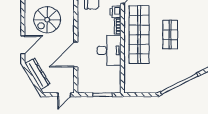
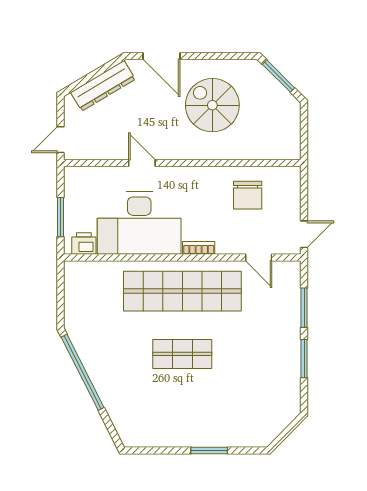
printer: (116, 12) -> (84, 243), moved
desk: (109, 50) -> (139, 223), width x1.36, depth x1.30
door: (76, 54) -> (142, 163), width x0.53
door: (64, 95) -> (61, 140), hinge flipped

